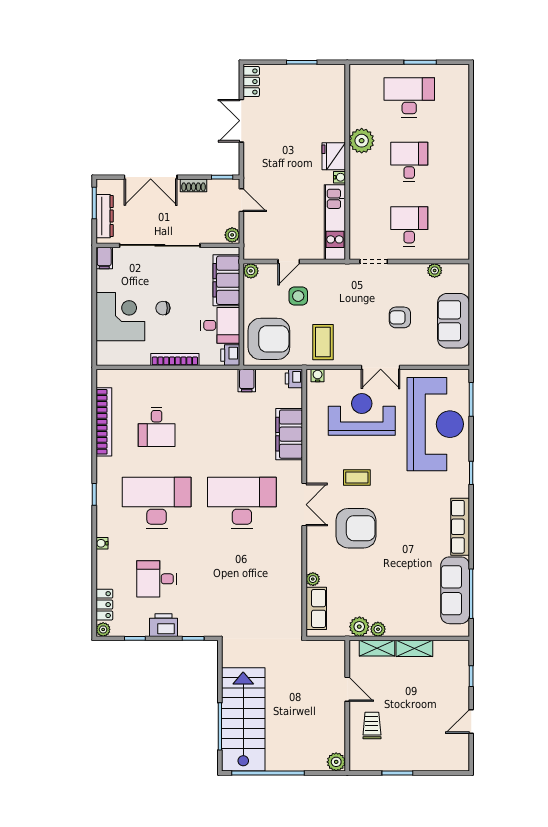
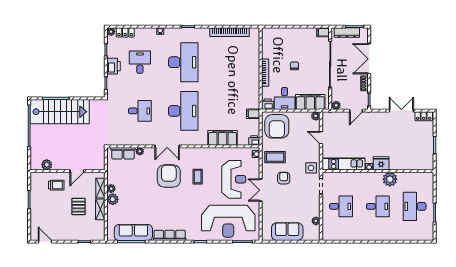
desk: (409, 97) -> (415, 206), turned 180
side table: (298, 296) -> (311, 168), moved
corner desk: (120, 317) -> (290, 42), removed
armchair: (400, 317) -> (284, 178), moved
desk: (157, 427) -> (140, 111), moved, turned 180
double door: (304, 505) -> (167, 146), moved
armchair: (356, 528) -> (169, 176), turned 180
plant: (359, 627) -> (113, 199), moved
pallet: (410, 686) -> (78, 207), added
door: (471, 721) -> (45, 242), moved
plant: (336, 762) -> (47, 165), moved

